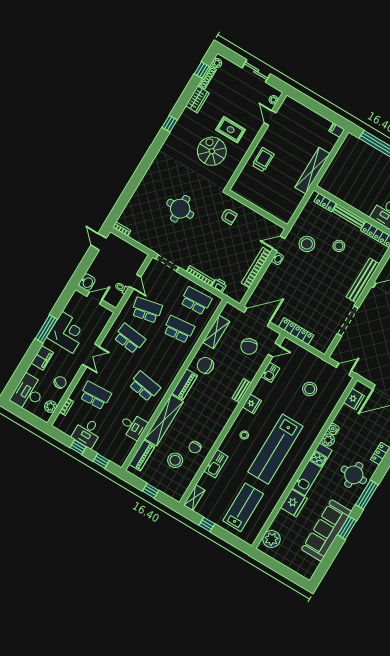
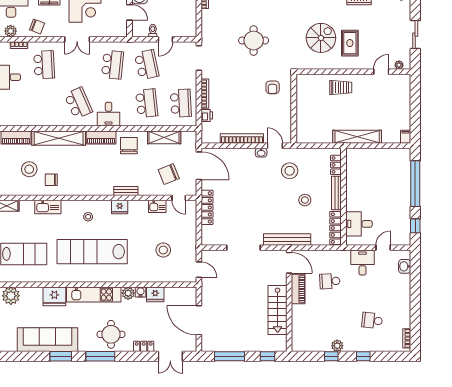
school desk: (145, 386) -> (78, 103), turned -33
fridge: (354, 399) -> (155, 294), moved
desk: (133, 426) -> (109, 114), moved

